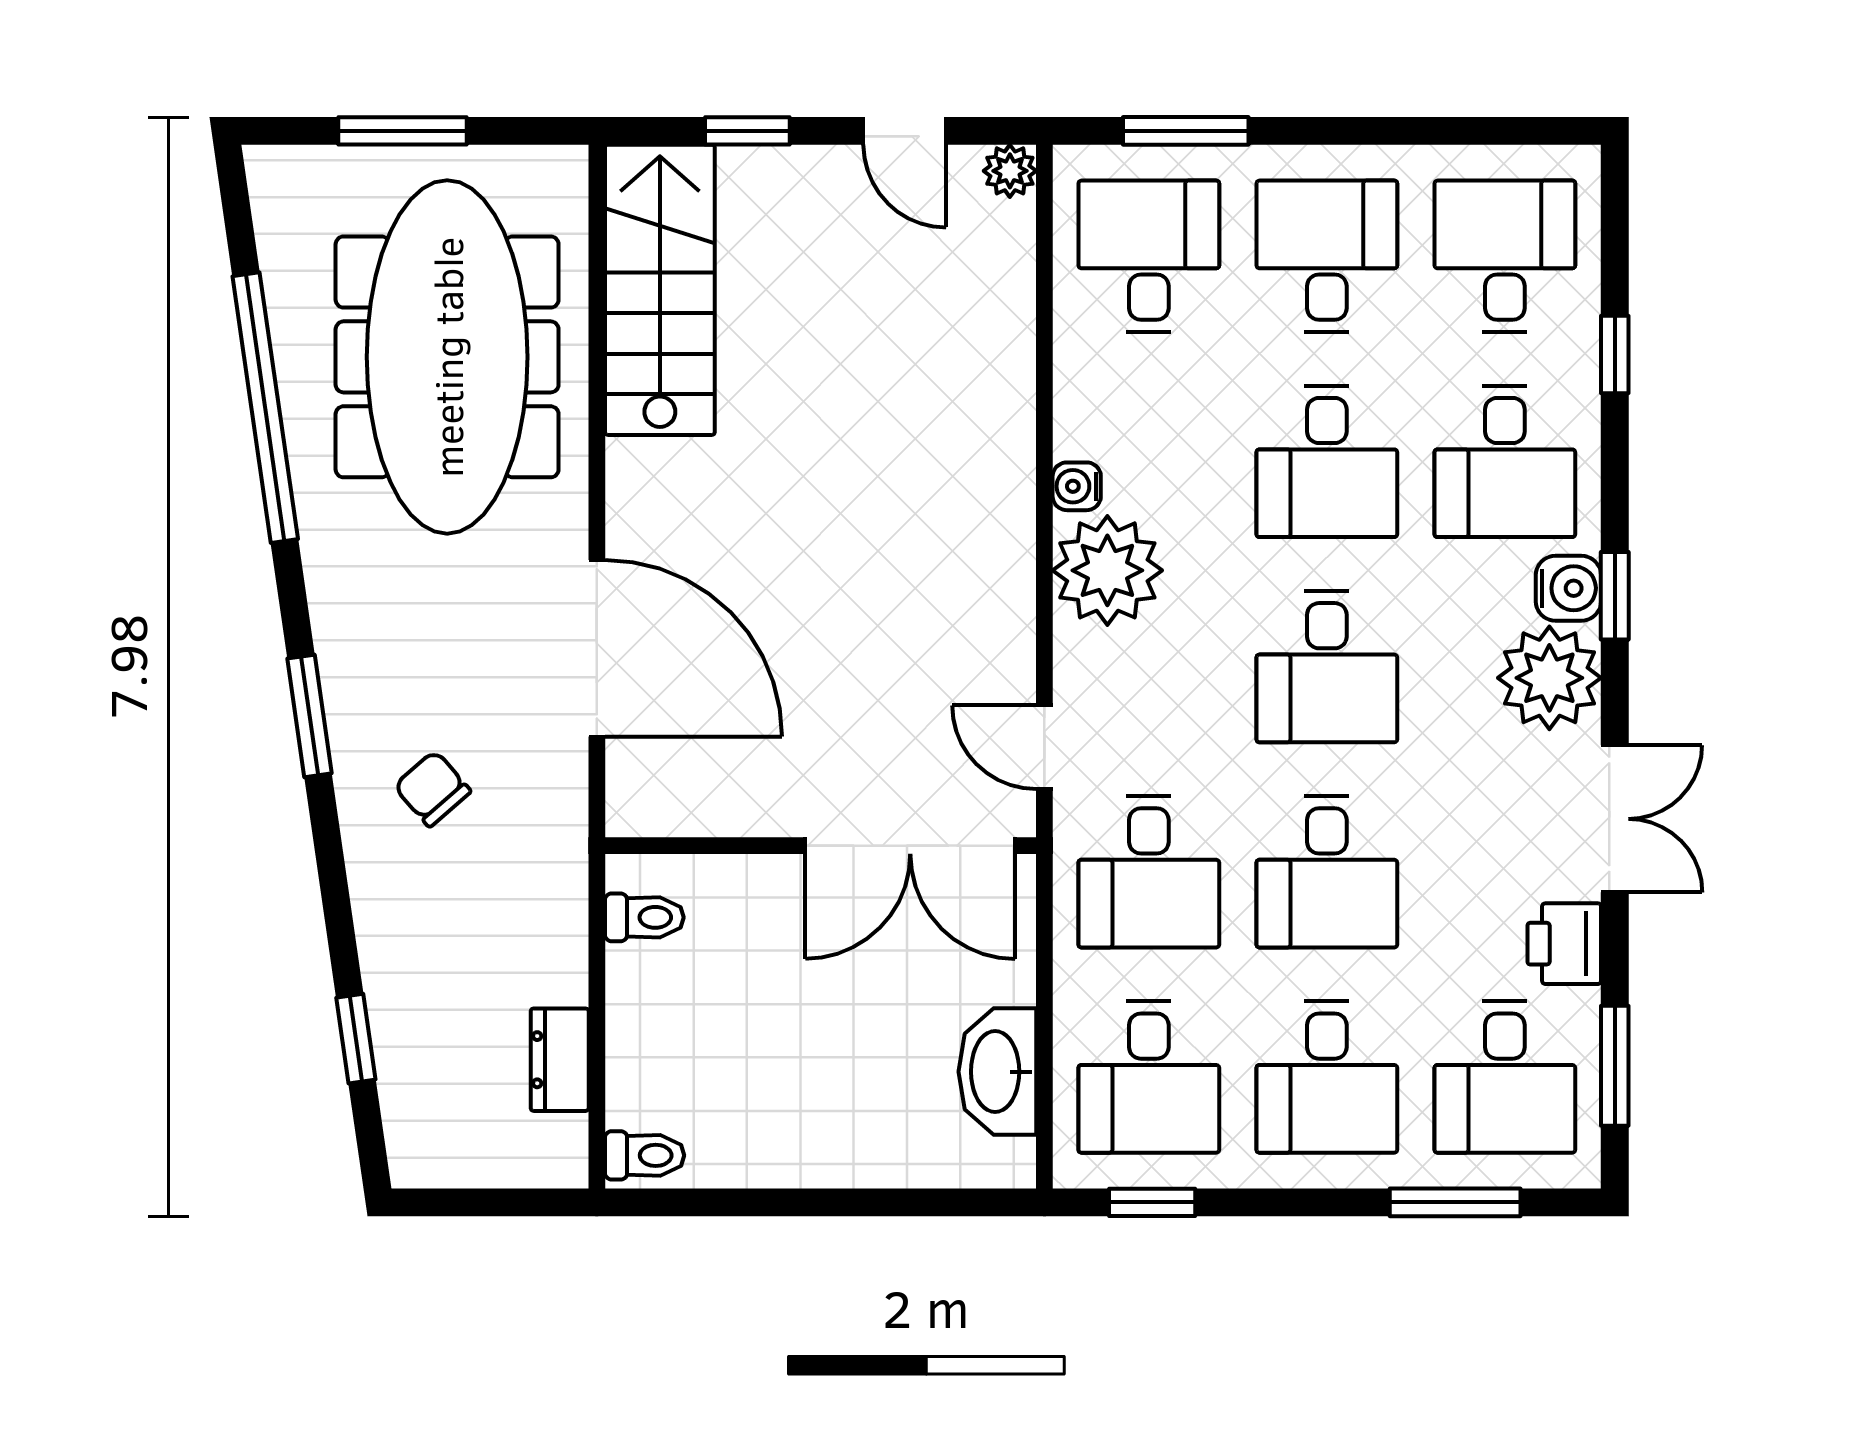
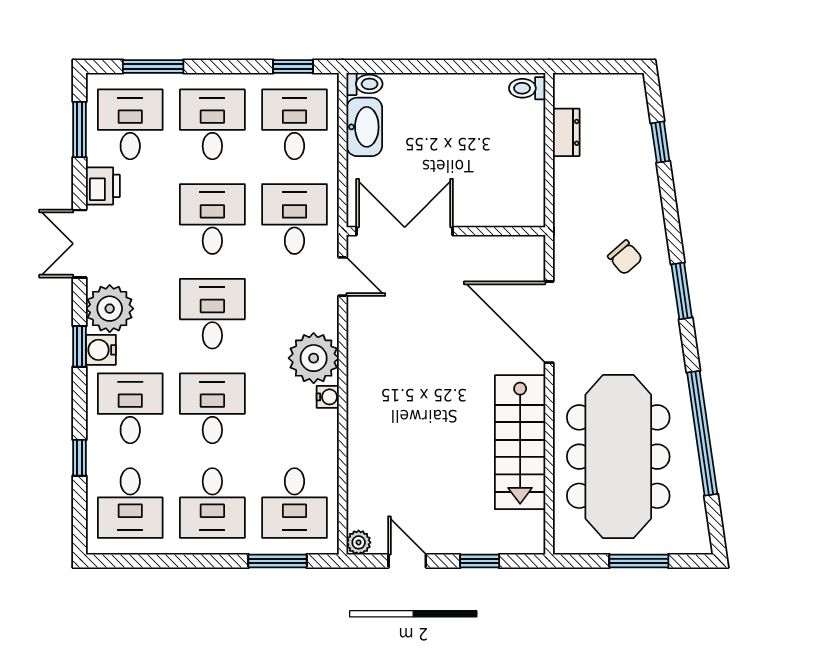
stairs: (660, 290) -> (520, 442), moved
toilet: (644, 917) -> (365, 84), moved, turned 180

